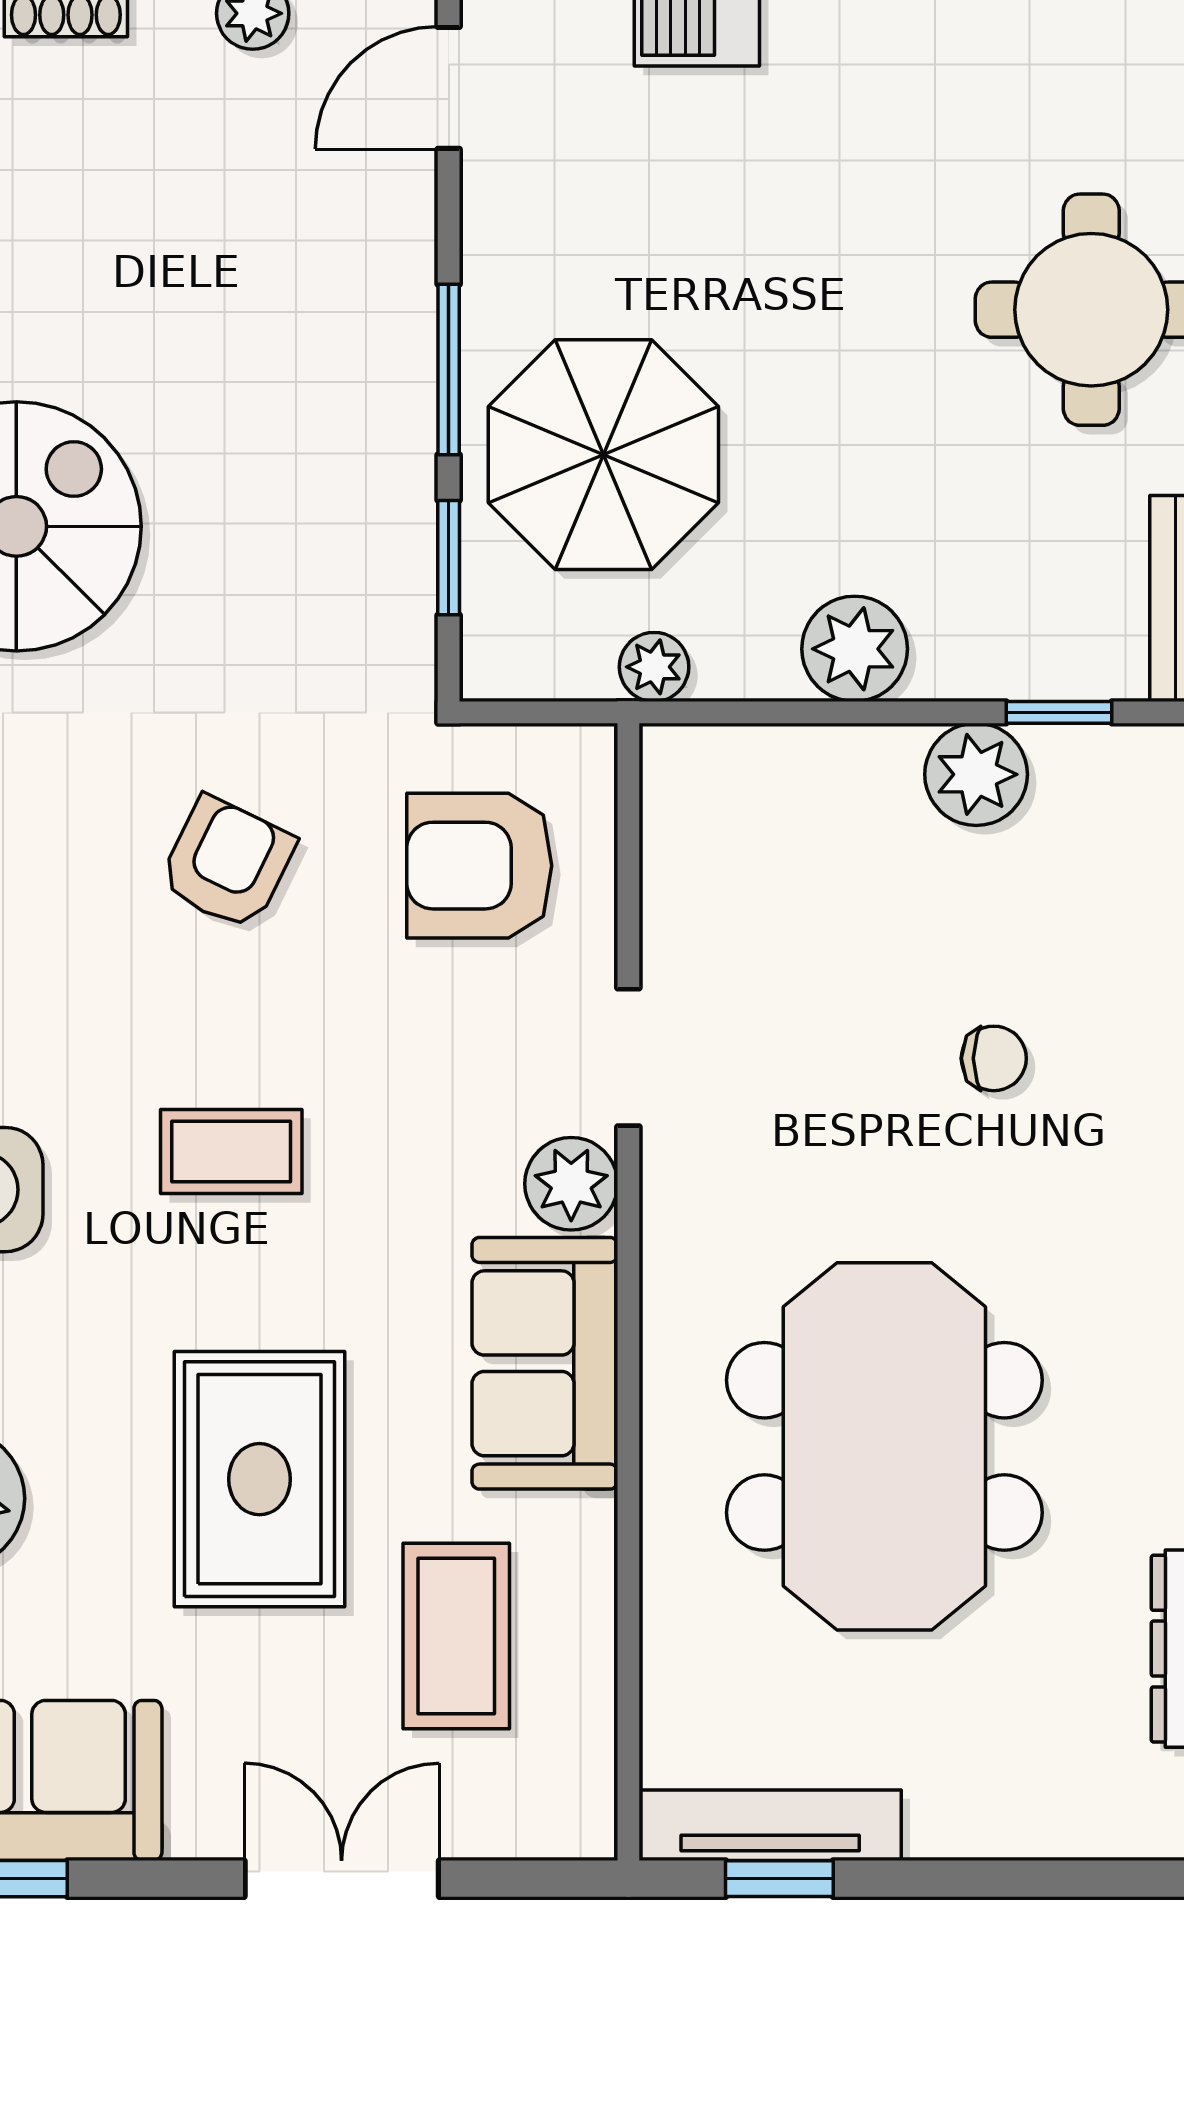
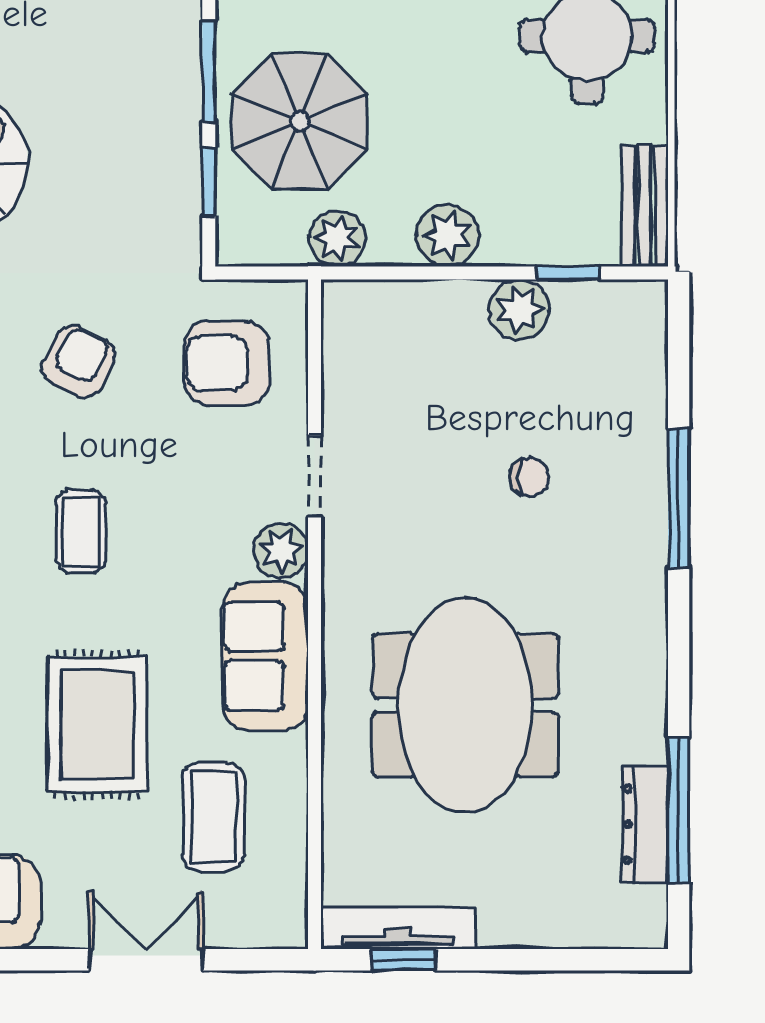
plant: (654, 667) -> (337, 239), width x1.38, depth x1.38
coffee table: (231, 1151) -> (81, 532), turned 90

